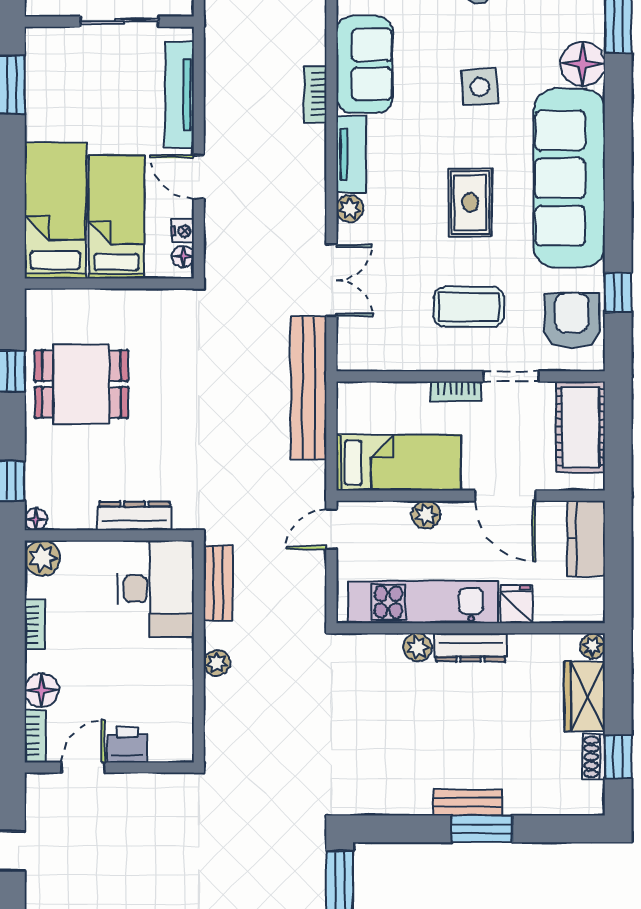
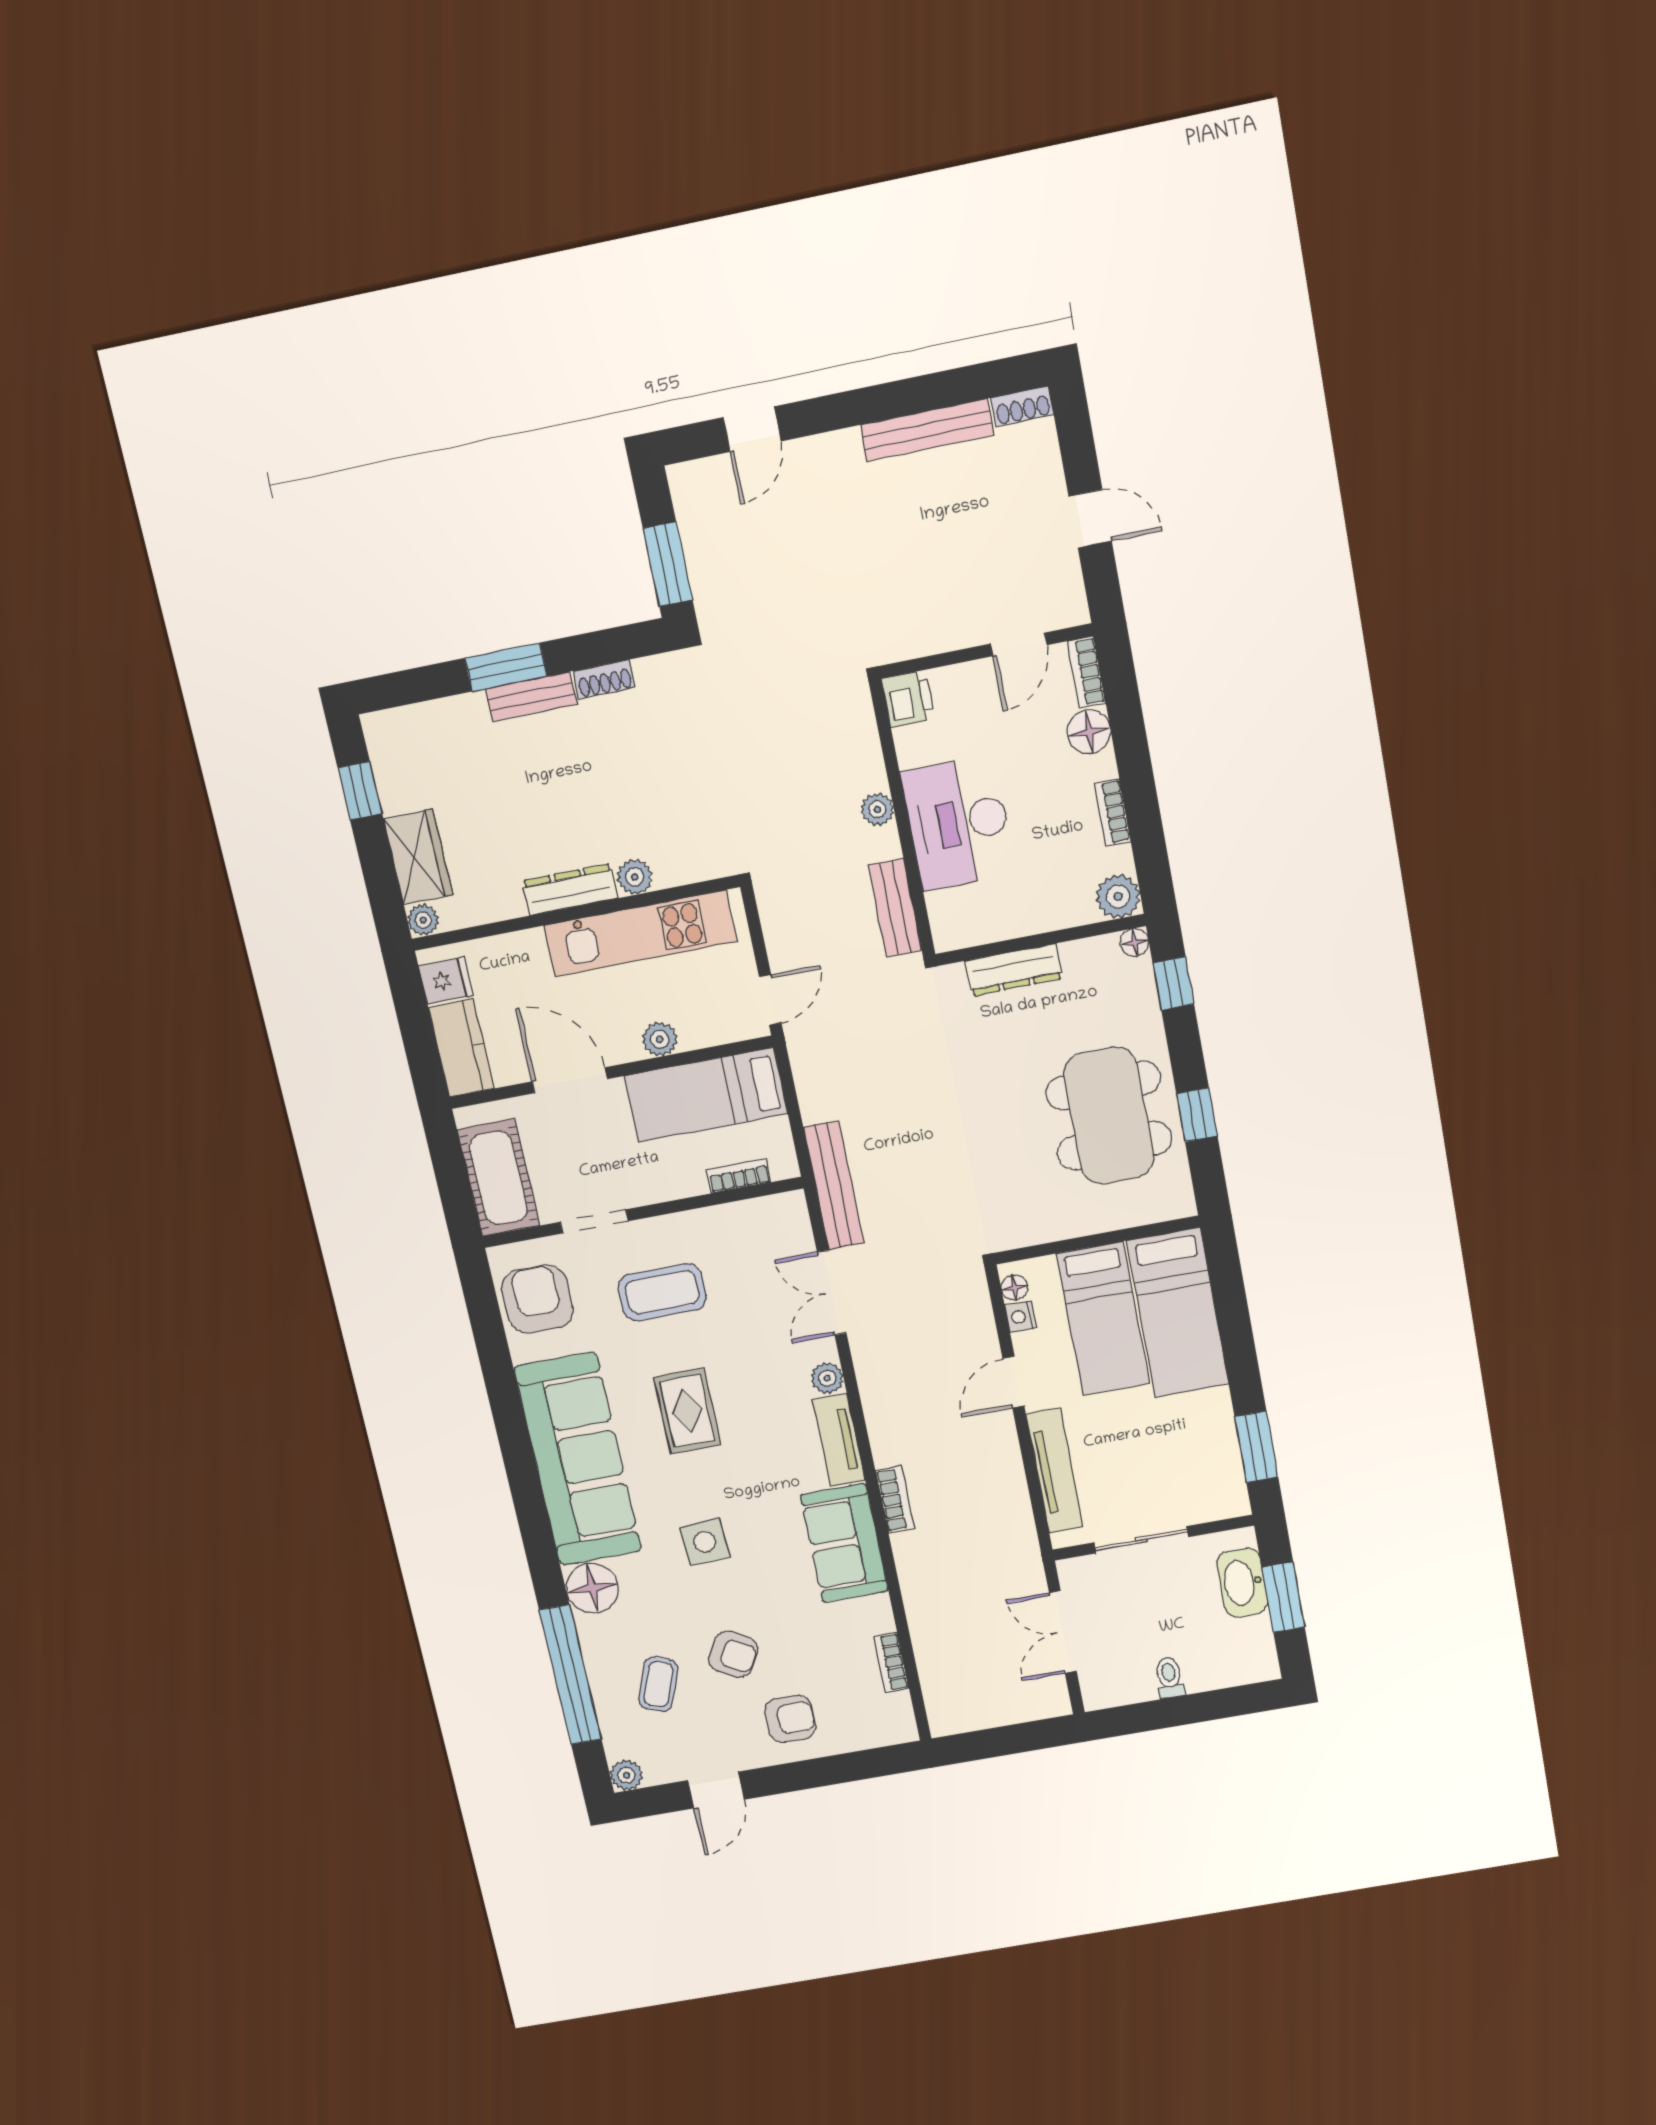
door: (199, 177) -> (1013, 1382), swing flipped
window: (618, 292) -> (491, 1341), removed
armchair: (572, 321) -> (537, 1299), turned 180
dining table: (81, 384) -> (1109, 1116), width x1.38
bench: (309, 388) -> (834, 1186), width x0.73, depth x0.82
bookcase: (456, 391) -> (739, 1176), moved
desk: (156, 589) -> (958, 823), moved
fridge: (517, 604) -> (446, 980), moved, turned -90
printer: (127, 745) -> (908, 699), moved, turned -90
shoe rack: (594, 757) -> (604, 679), moved, turned 90

